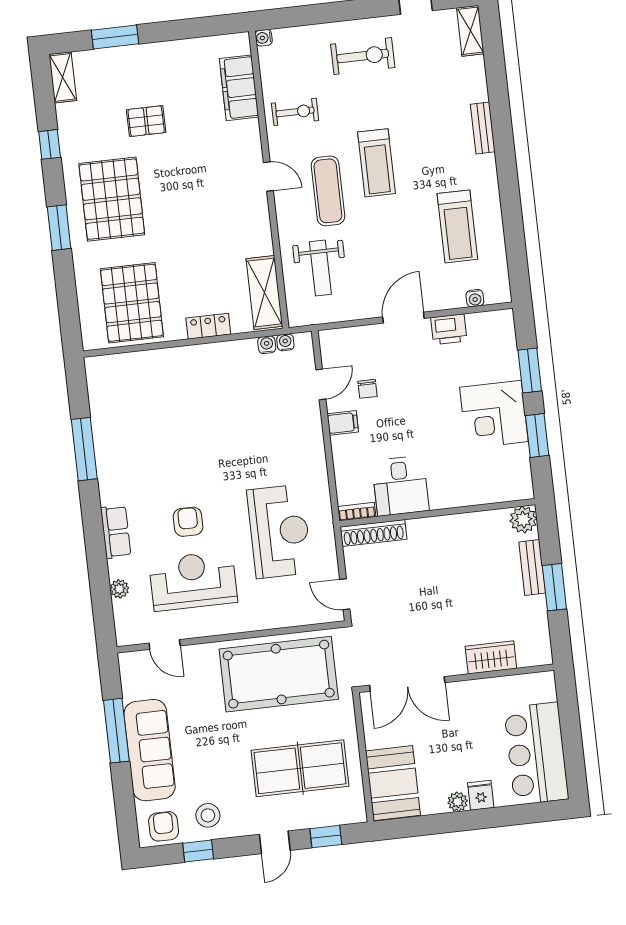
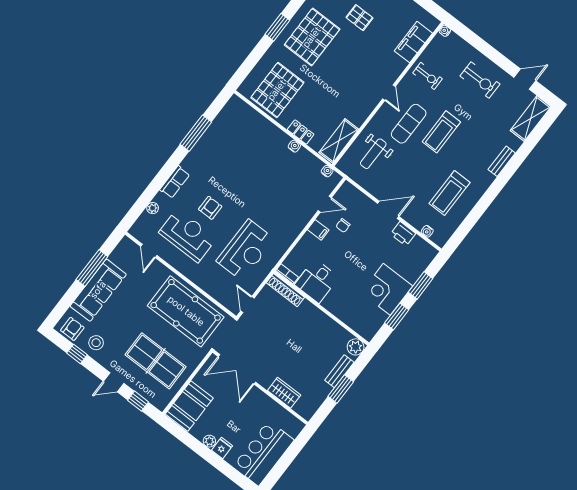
shelving: (470, 31) -> (531, 119), width x1.50, depth x1.33
water cooler: (267, 345) -> (294, 146), moved

